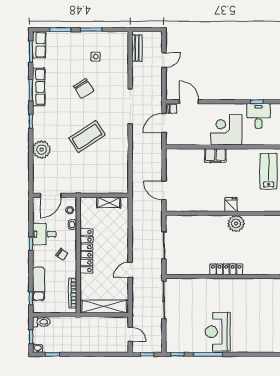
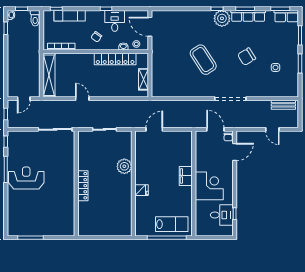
plant: (42, 150) -> (222, 18), moved
plant: (236, 223) -> (124, 166), moved
locker: (86, 251) -> (115, 59), moved

